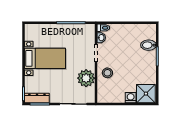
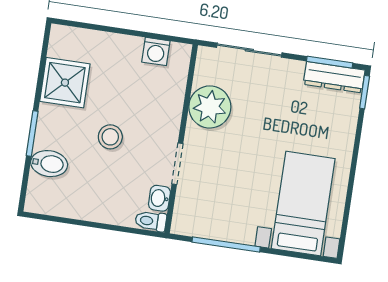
bed with nightstands: (45, 58) -> (303, 204), moved, turned 90
stool: (107, 73) -> (110, 137), moved
shower: (146, 94) -> (65, 83), moved
washing machine: (131, 98) -> (156, 51), moved

